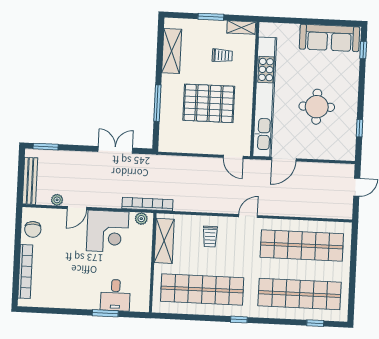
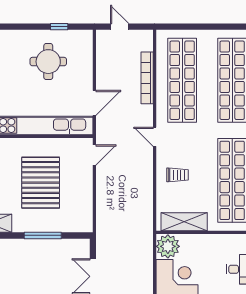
round table: (317, 107) -> (48, 62), moved
door: (284, 159) -> (94, 103), hinge flipped
bookcase: (147, 204) -> (147, 78), moved
plant: (141, 219) -> (168, 246), width x1.88, depth x1.88

